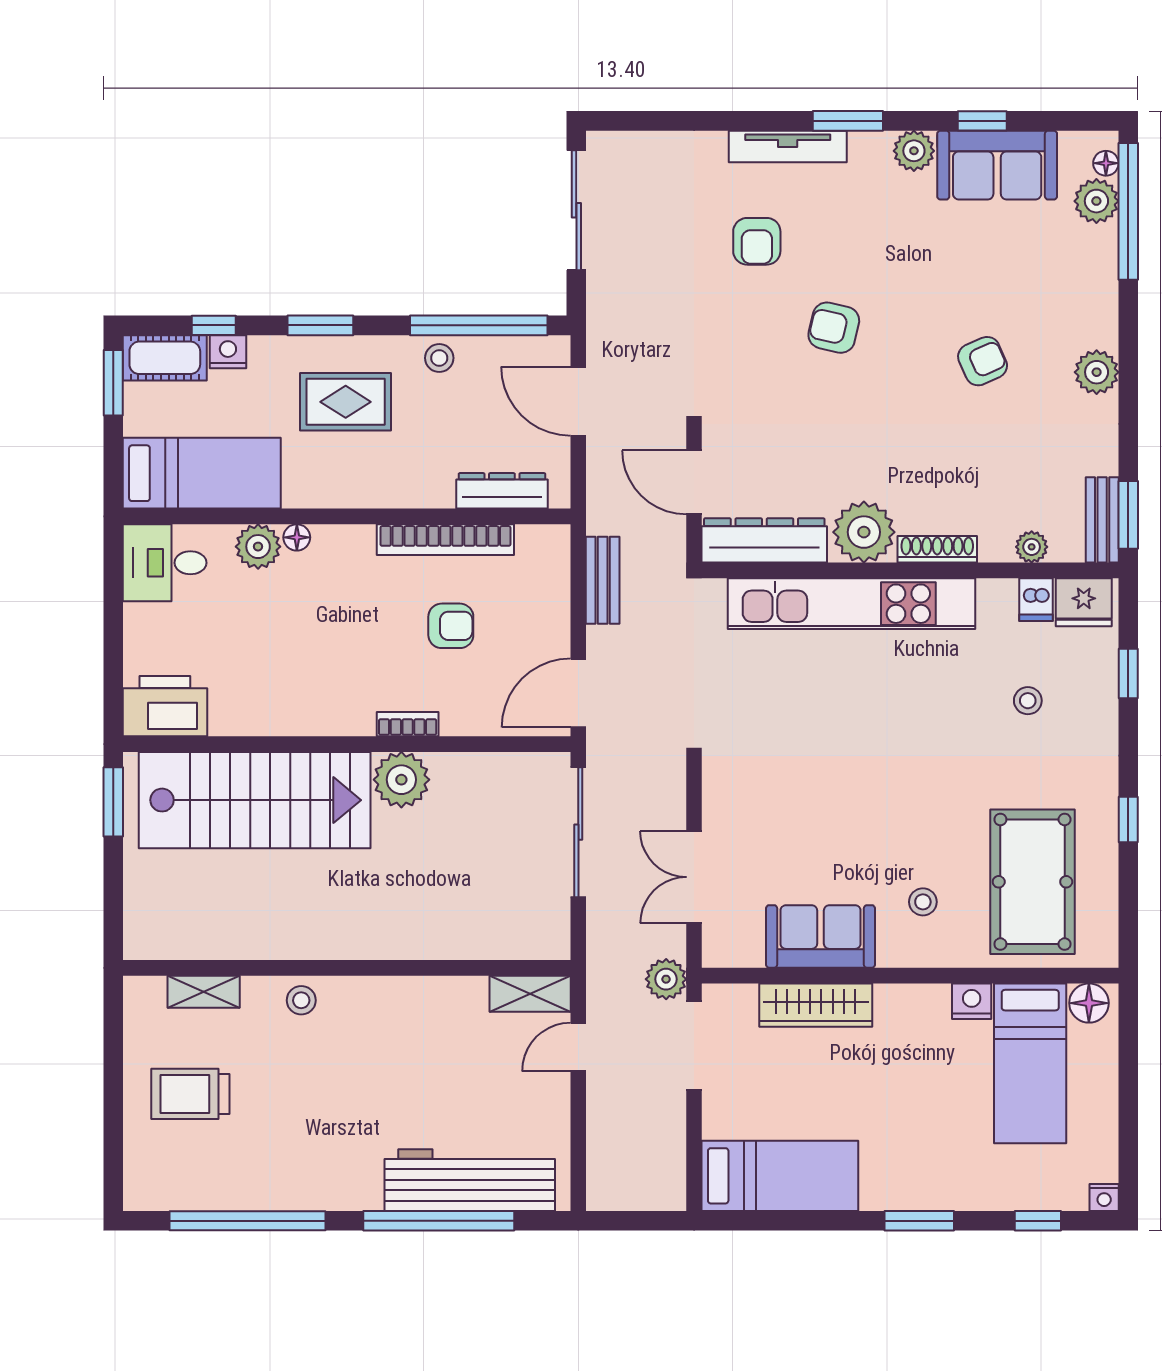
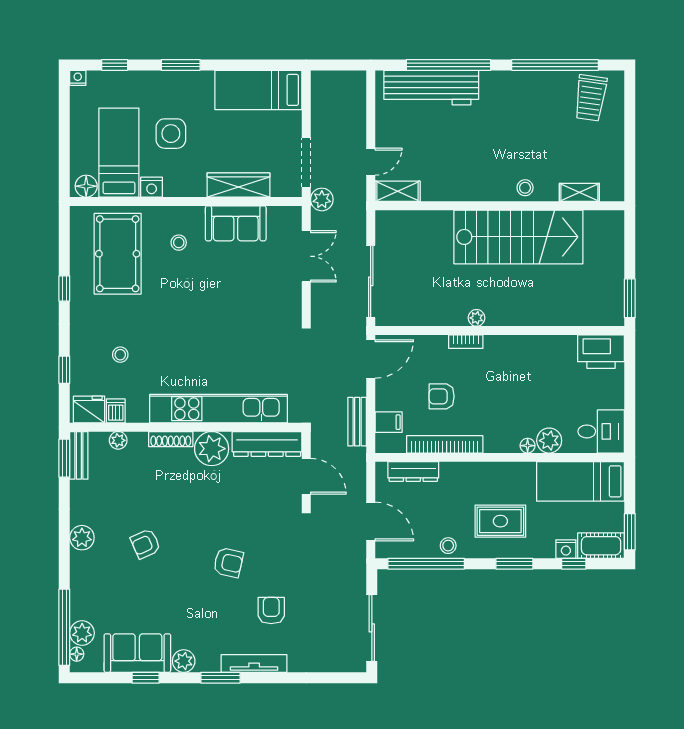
filing cabinet: (546, 580) -> (389, 422), added
plant: (401, 780) -> (476, 318), width x0.53, depth x0.53
stairs: (255, 800) -> (518, 237), moved, turned 180
trolley: (190, 1094) -> (590, 98), moved, turned 98
side table: (937, 1097) -> (171, 134), added

